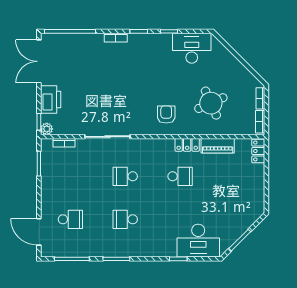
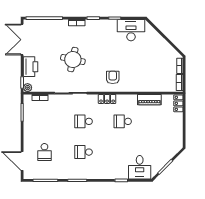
round table: (211, 103) -> (73, 60), moved, turned 36
locker: (187, 145) -> (107, 99), moved
school desk: (180, 176) -> (123, 121), turned 180
school desk: (70, 219) -> (44, 152), turned 90
desk: (198, 241) -> (140, 167), width x0.73

